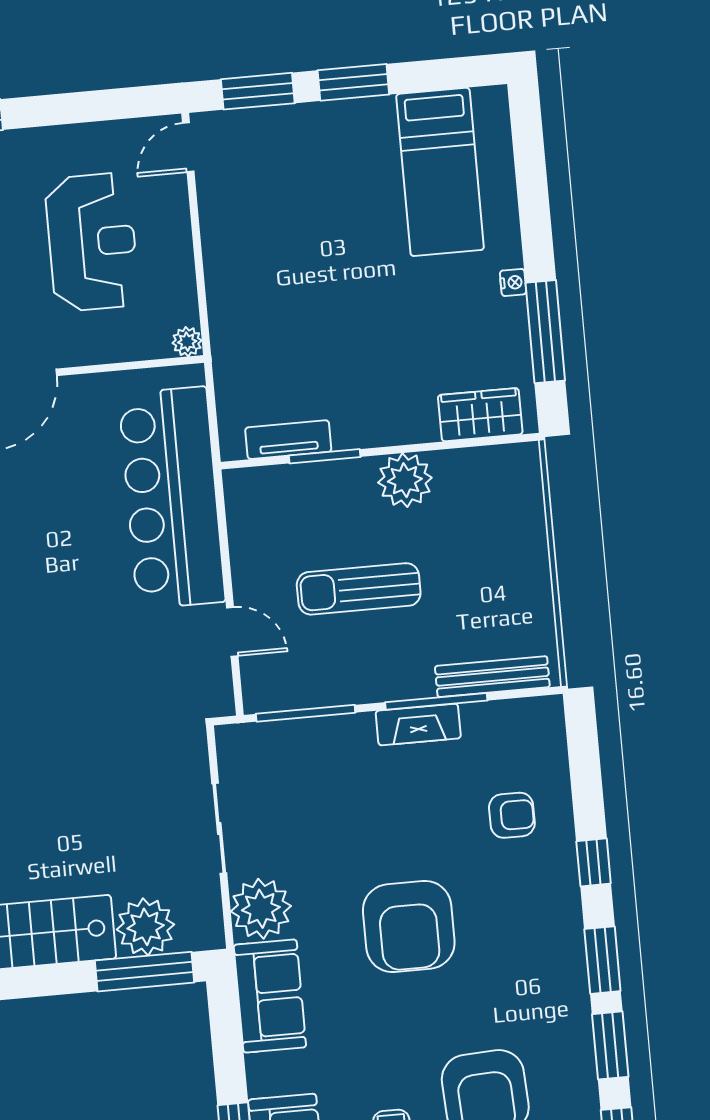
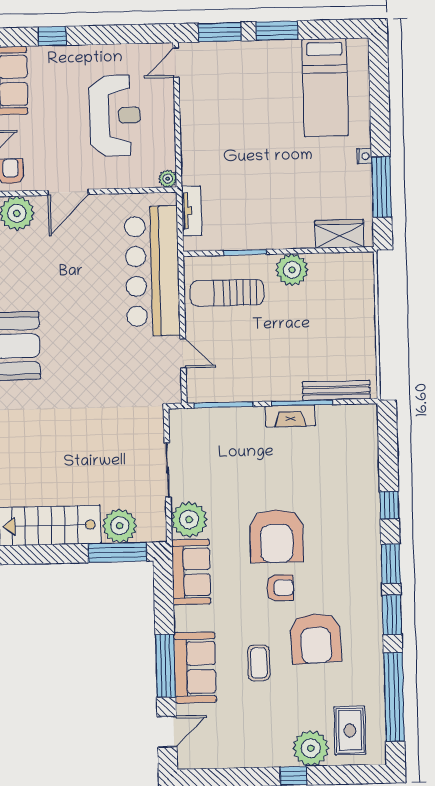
tv unit: (288, 440) -> (191, 211), moved, turned 90
sun lounger: (359, 589) -> (227, 293), moved
armchair: (512, 815) -> (280, 588), moved

